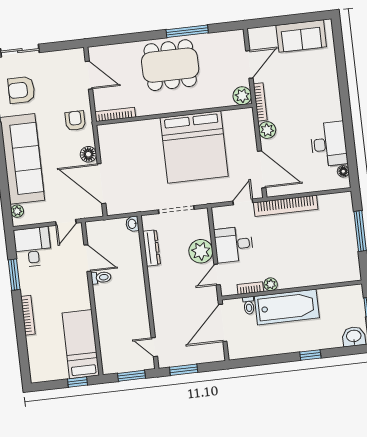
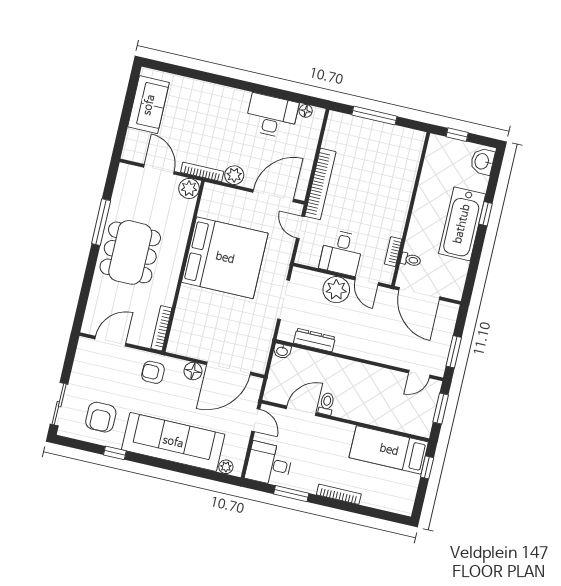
plant: (271, 284) -> (397, 229), removed
bathtub: (287, 307) -> (462, 224), moved, turned 180

